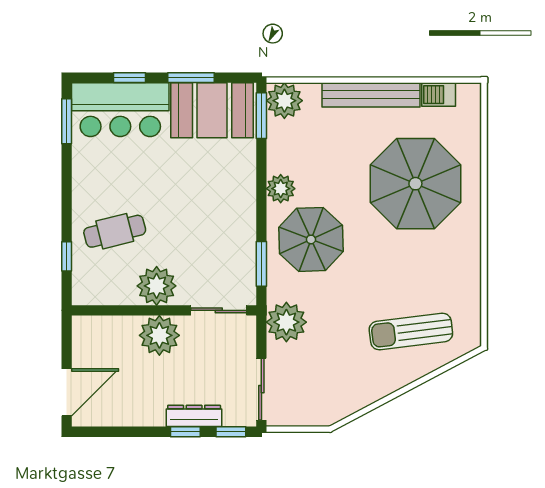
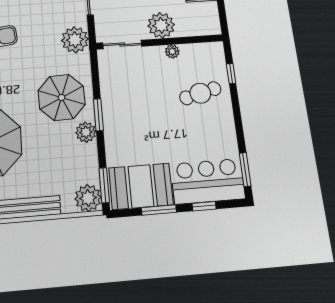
window: (261, 264) -> (98, 115), moved
plant: (157, 286) -> (172, 51), width x0.53, depth x0.53

